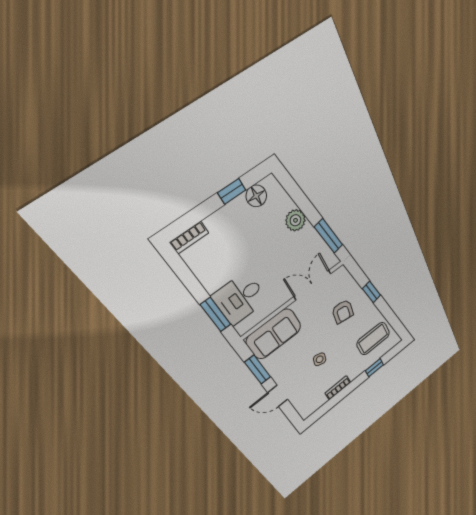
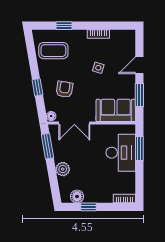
floor lamp: (342, 273) -> (51, 116), added
desk: (240, 298) -> (121, 153), width x1.37
door: (278, 396) -> (139, 65), swing flipped

